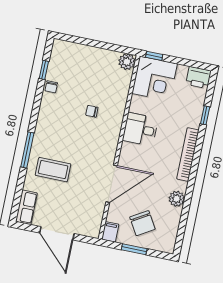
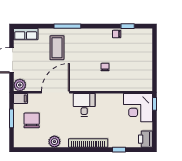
plant: (127, 62) -> (20, 85), moved
desk: (140, 129) -> (84, 105), moved
door: (112, 184) -> (55, 92), swing flipped
chair: (142, 223) -> (32, 120), turned 121

